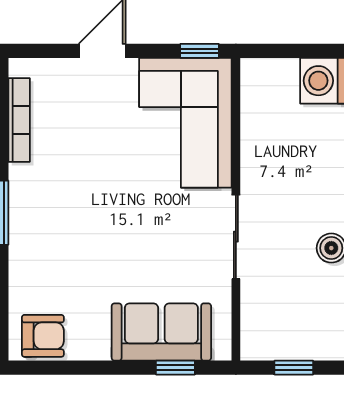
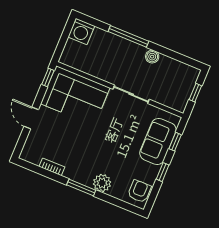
bookcase: (19, 120) -> (52, 167), width x0.64
plant: (28, 252) -> (102, 183), added
window: (102, 368) -> (163, 172), added

